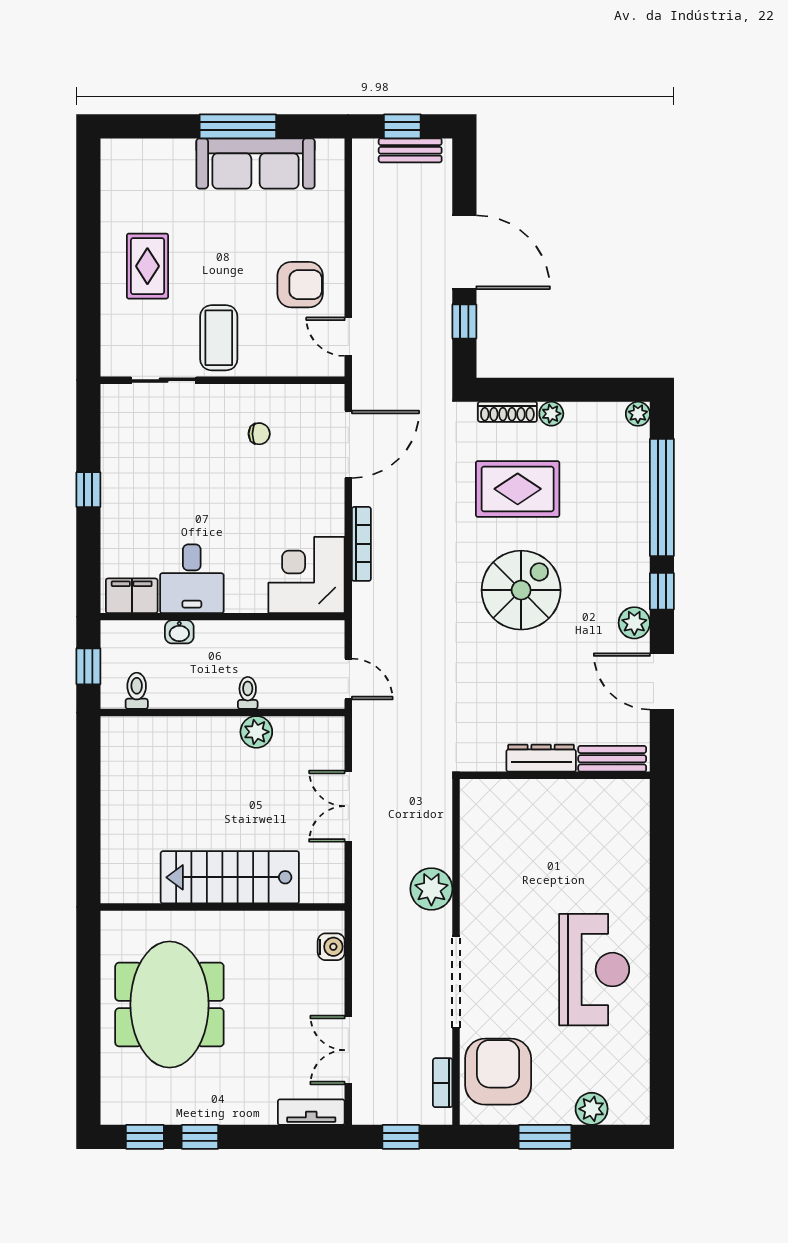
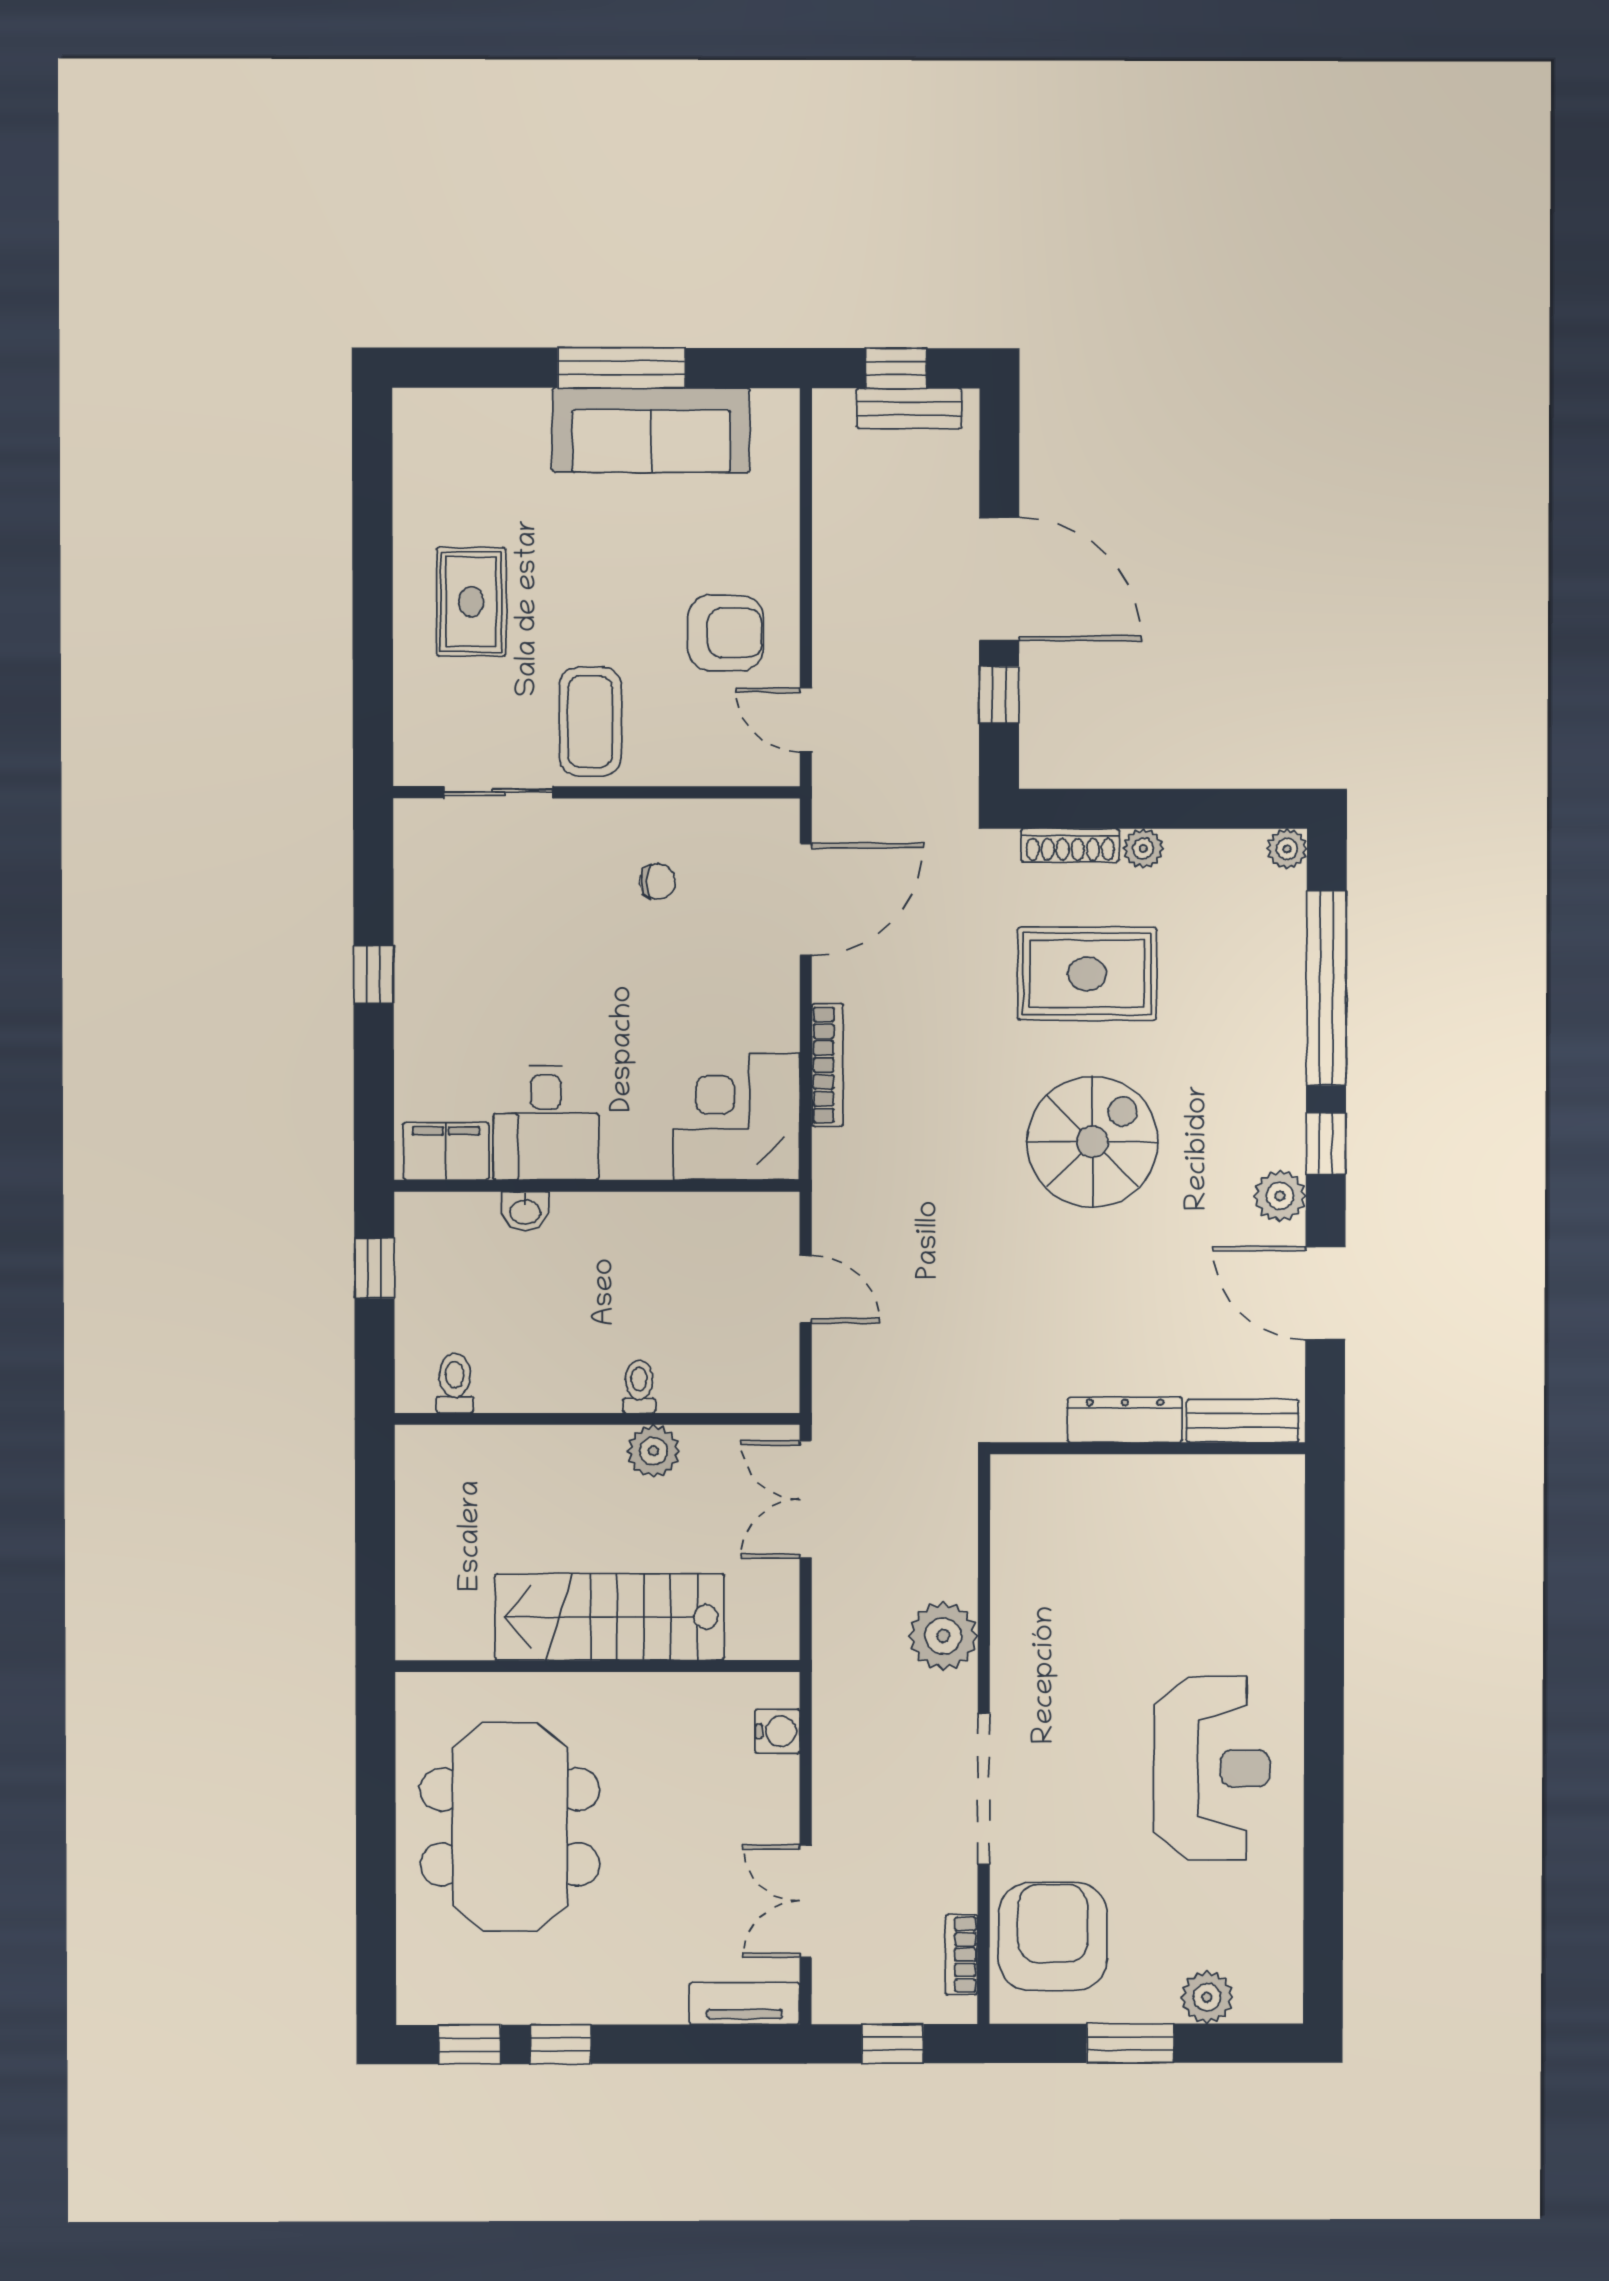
toilet: (137, 691) -> (455, 1383), moved
toilet: (248, 693) -> (639, 1387), moved
wall: (223, 712) -> (597, 1419), moved
plant: (256, 732) -> (653, 1451), moved

